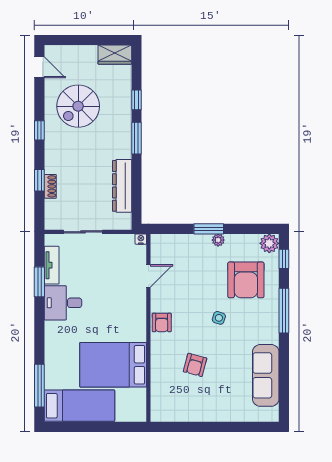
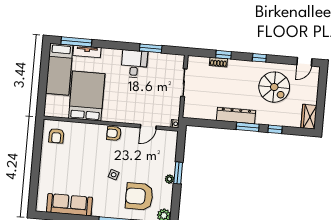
spiral stairs: (78, 106) -> (274, 87), turned 180
dresser: (122, 186) -> (236, 115), moved
tv unit: (52, 265) -> (87, 52), moved
door: (148, 276) -> (148, 127), hinge flipped
armchair: (195, 365) -> (56, 136), moved, turned -105

